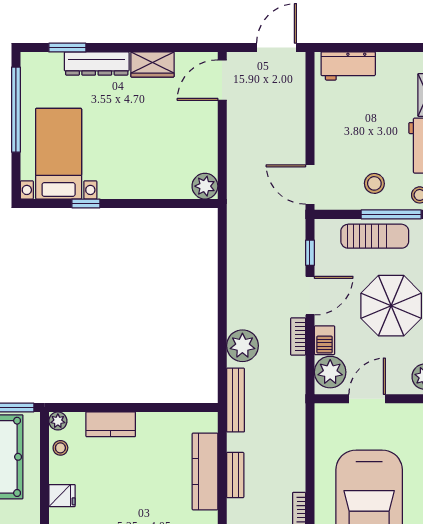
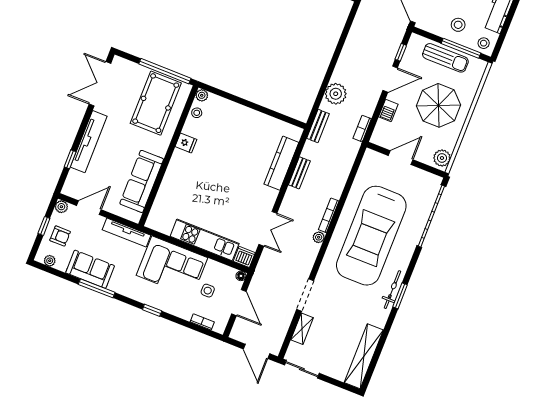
bookcase: (298, 337) -> (362, 129), moved
plant: (330, 372) -> (384, 132), removed
bench: (236, 400) -> (318, 126), width x0.73
kitchen counter: (111, 424) -> (234, 110), removed

